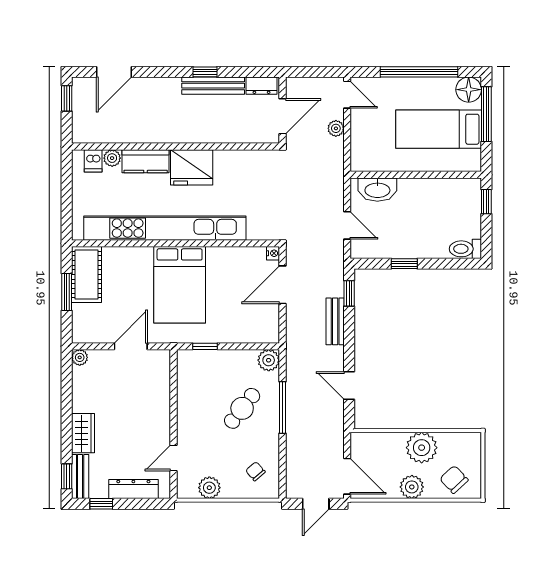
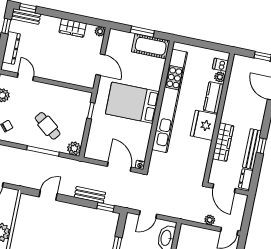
wardrobe: (212, 132) -> (223, 142), added
wardrobe: (83, 433) -> (73, 28), moved

